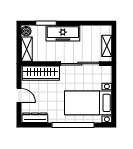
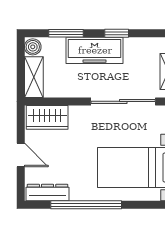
window: (76, 23) -> (117, 33), added
wardrobe: (41, 73) -> (47, 117), width x0.67
window: (73, 125) -> (86, 205), moved

